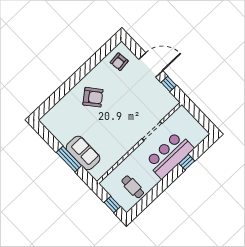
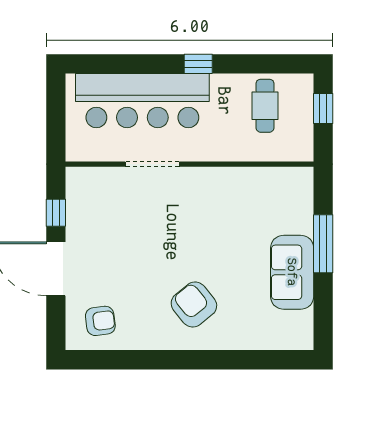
sofa: (83, 153) -> (292, 272), moved
bar counter: (170, 155) -> (142, 101), width x1.36
window: (187, 162) -> (198, 64), moved

